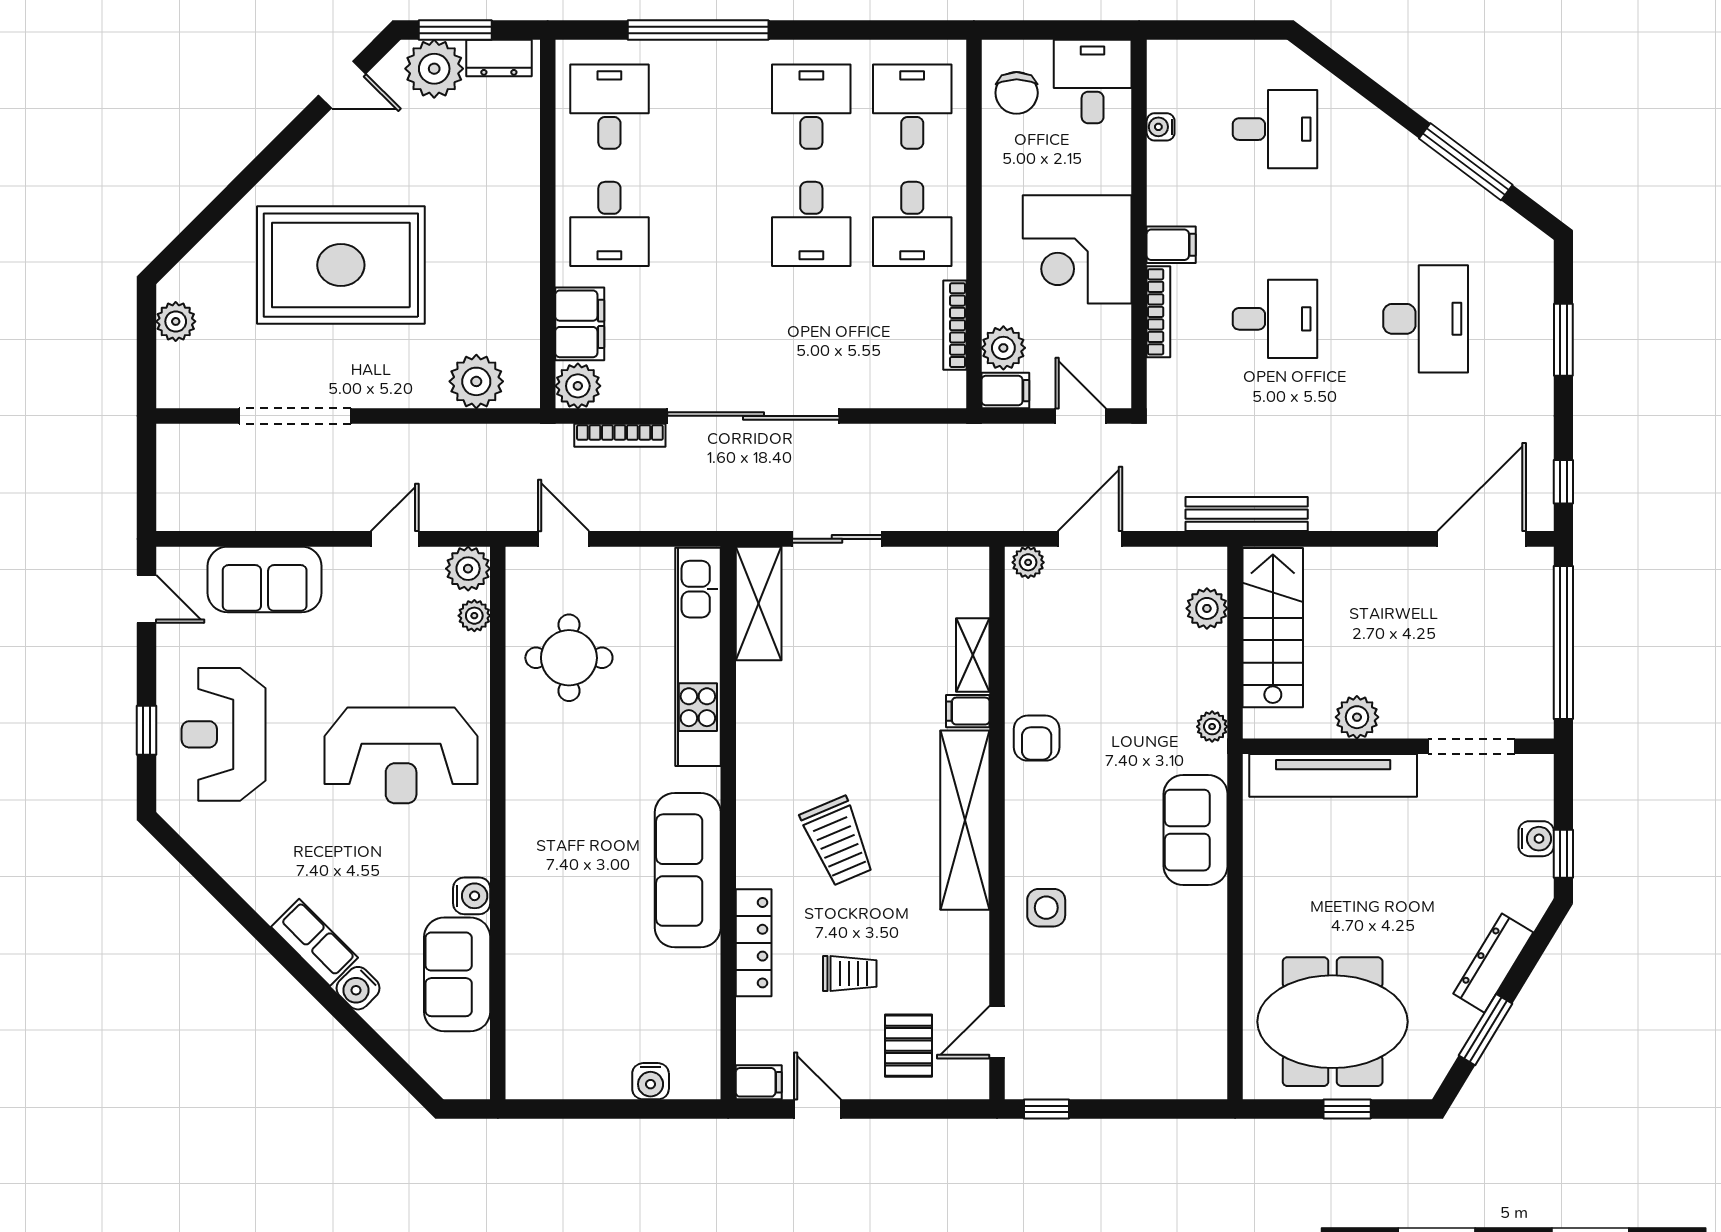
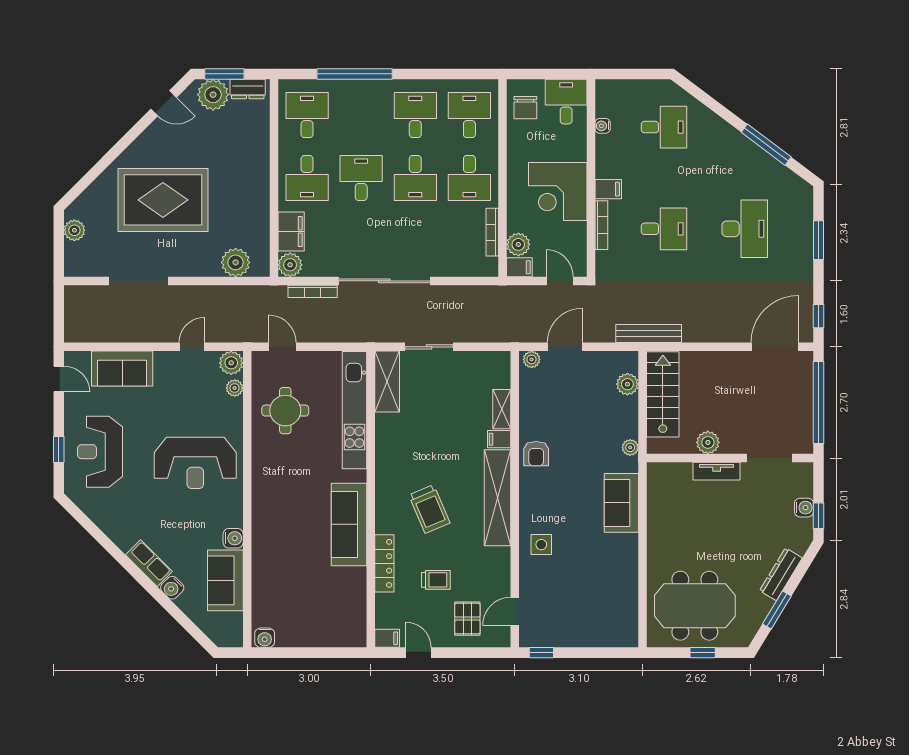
desk: (710, 224) -> (361, 178), added
tv unit: (1333, 775) -> (717, 471), width x0.52, depth x0.78
water cooler: (651, 1081) -> (265, 638), moved

